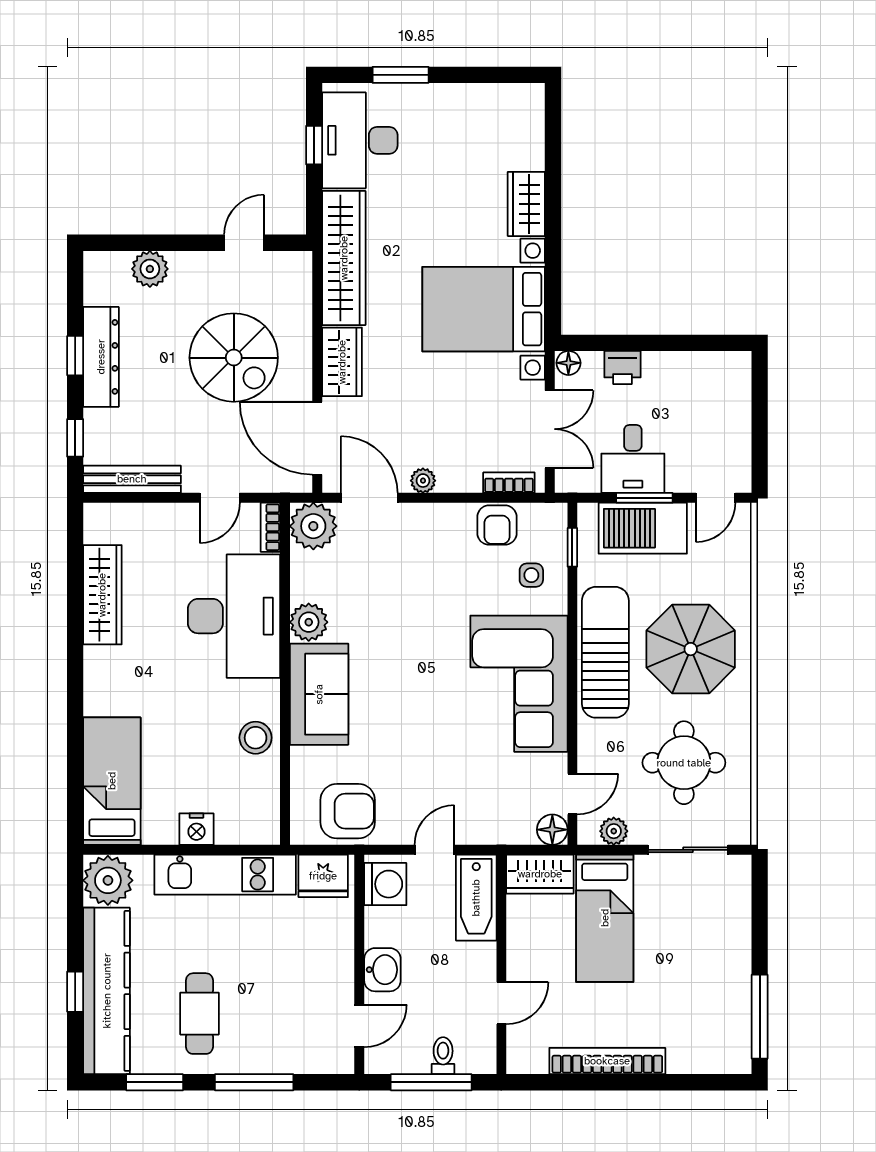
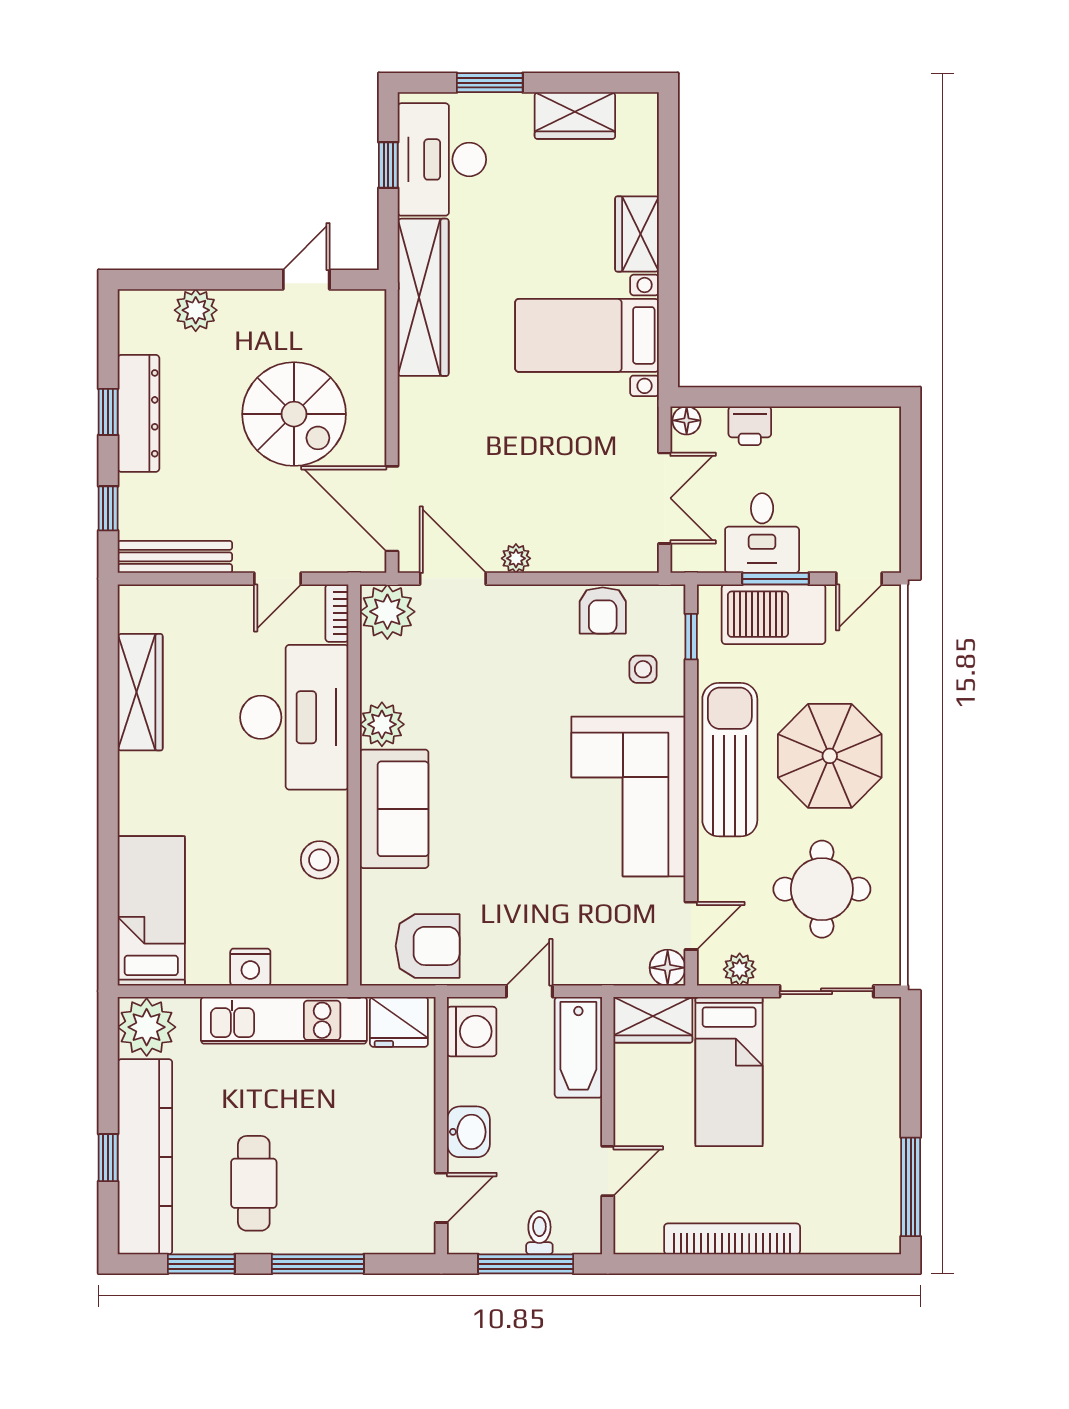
bed with nightstands: (484, 309) -> (587, 335), width x0.73
wardrobe: (342, 362) -> (575, 115), moved, turned 90
bookcase: (509, 483) -> (617, 561), removed

